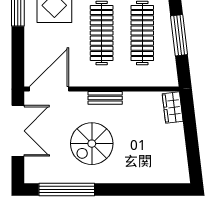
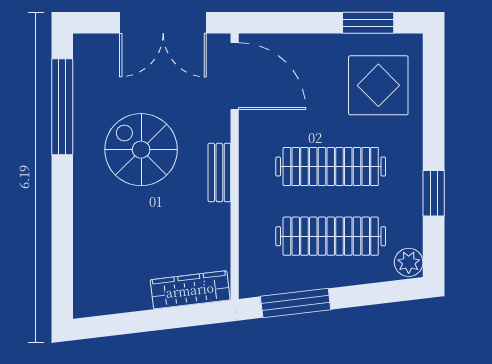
window: (179, 35) -> (296, 303), moved
wardrobe: (173, 108) -> (190, 290), width x1.50

